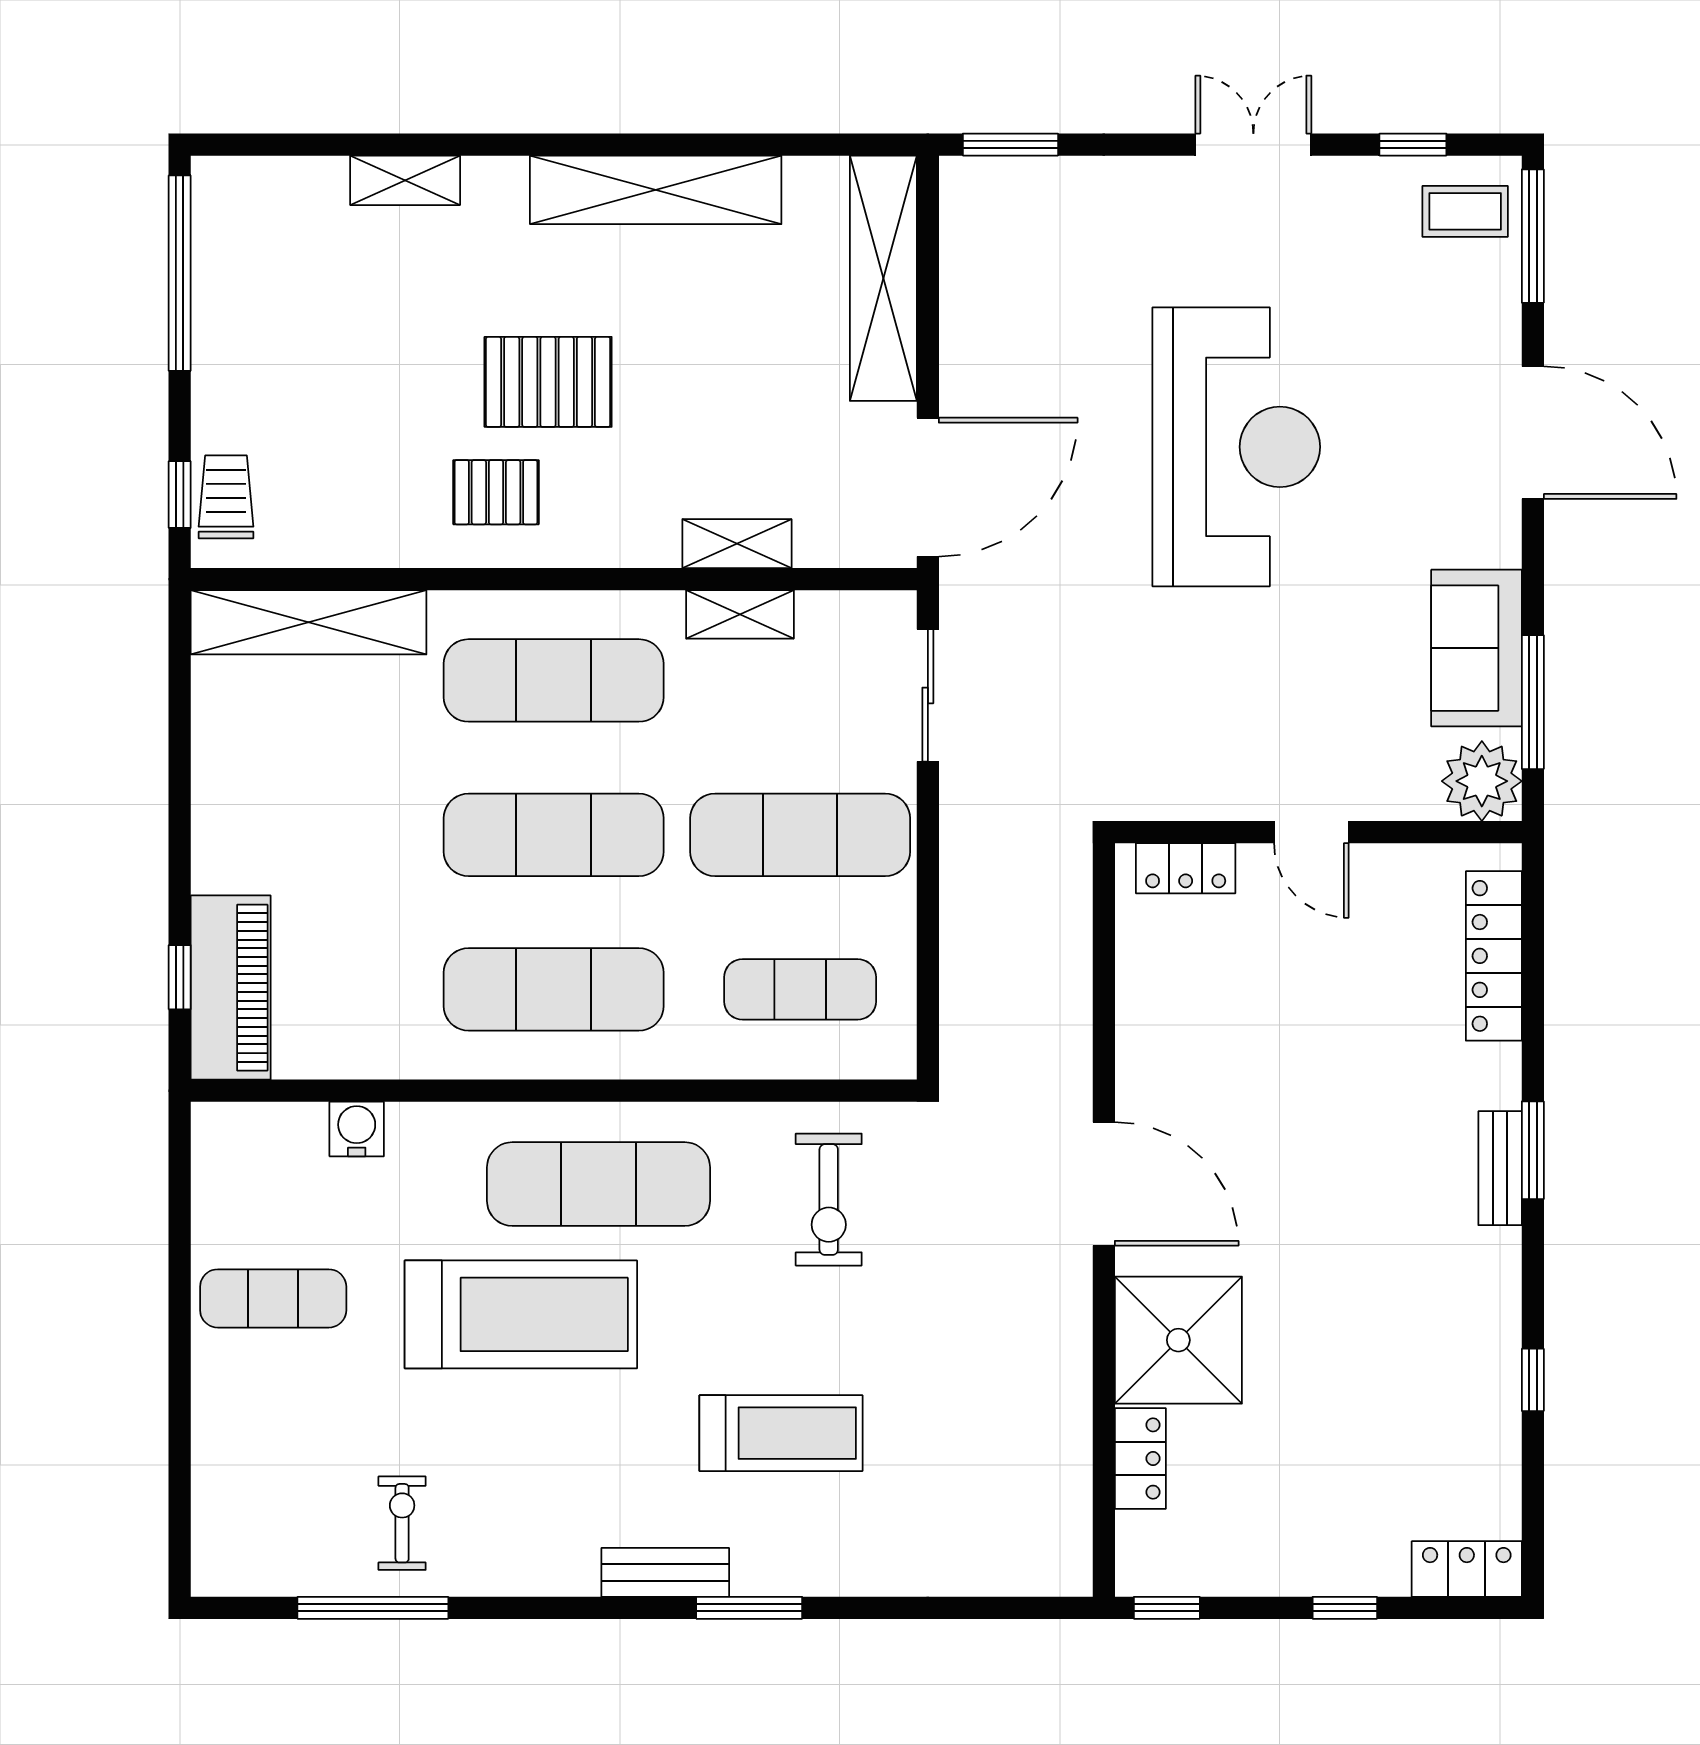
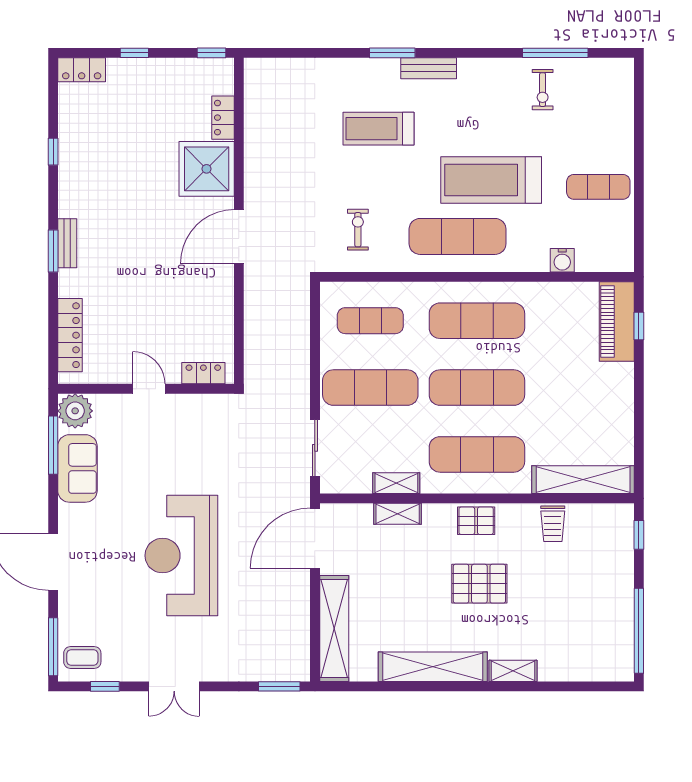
shelving: (405, 180) -> (513, 671), moved
pallet: (496, 492) -> (476, 521), moved
trolley: (226, 497) -> (553, 524), moved
door: (1104, 1184) -> (239, 236), hinge flipped
exercise bike: (829, 1200) -> (358, 230), width x0.73, depth x0.72

